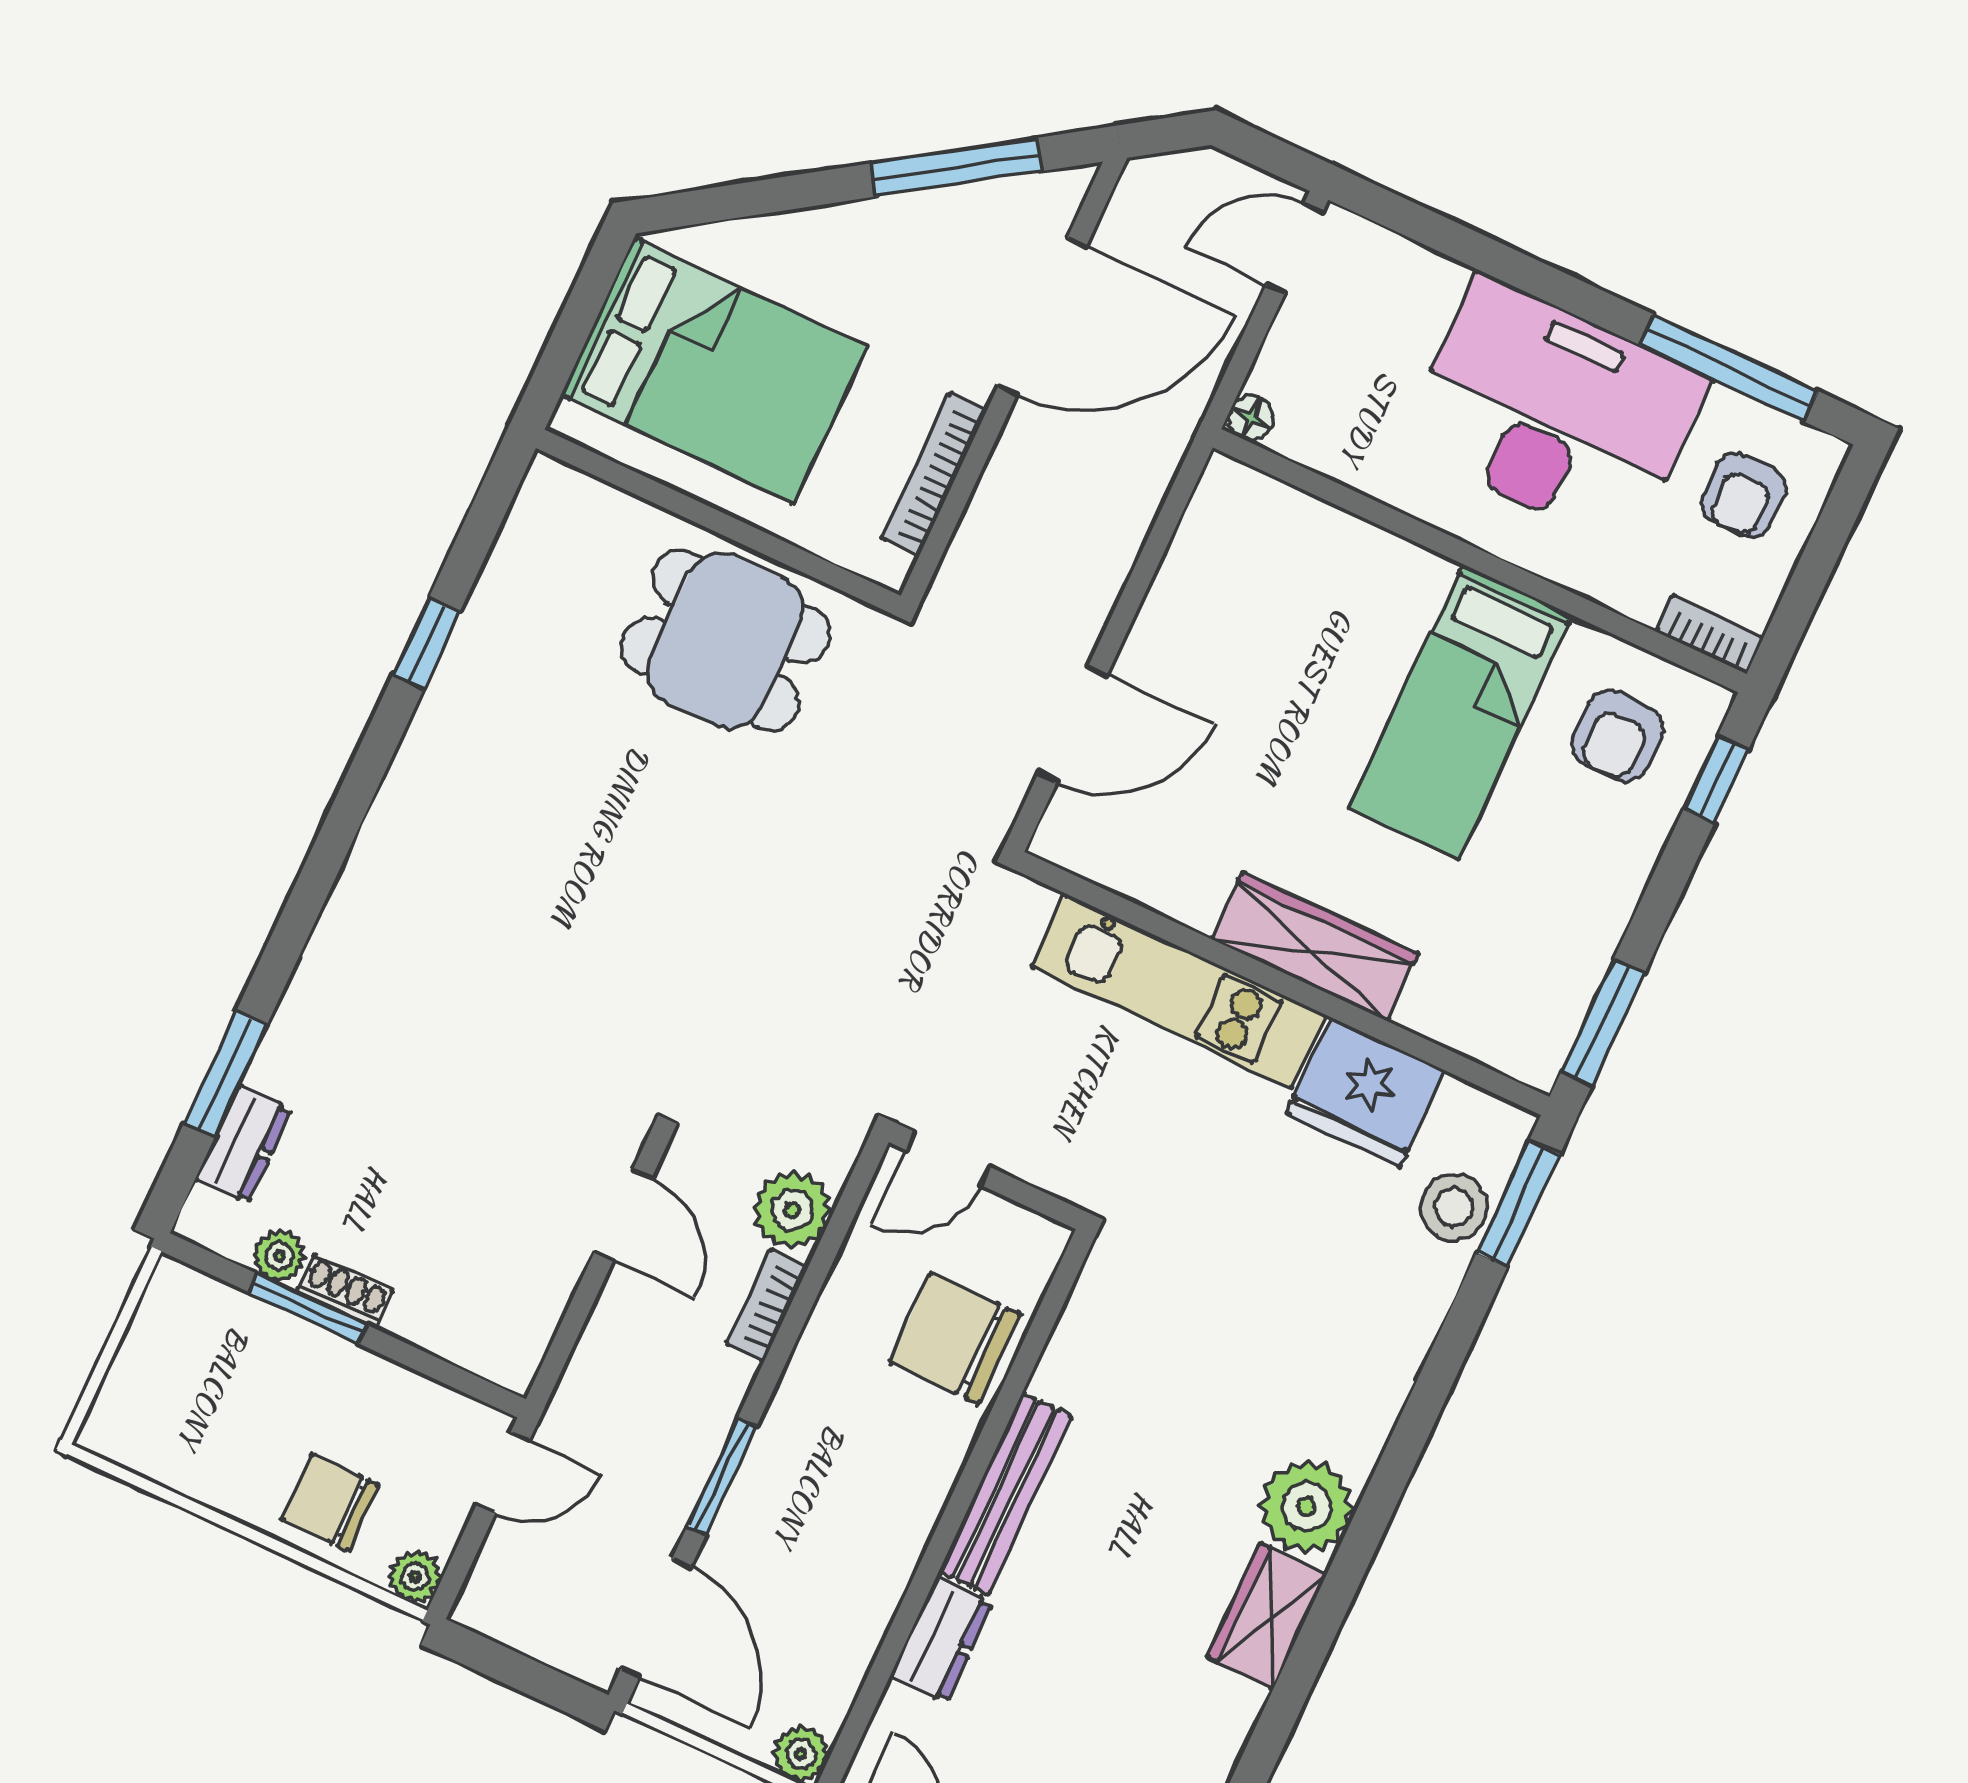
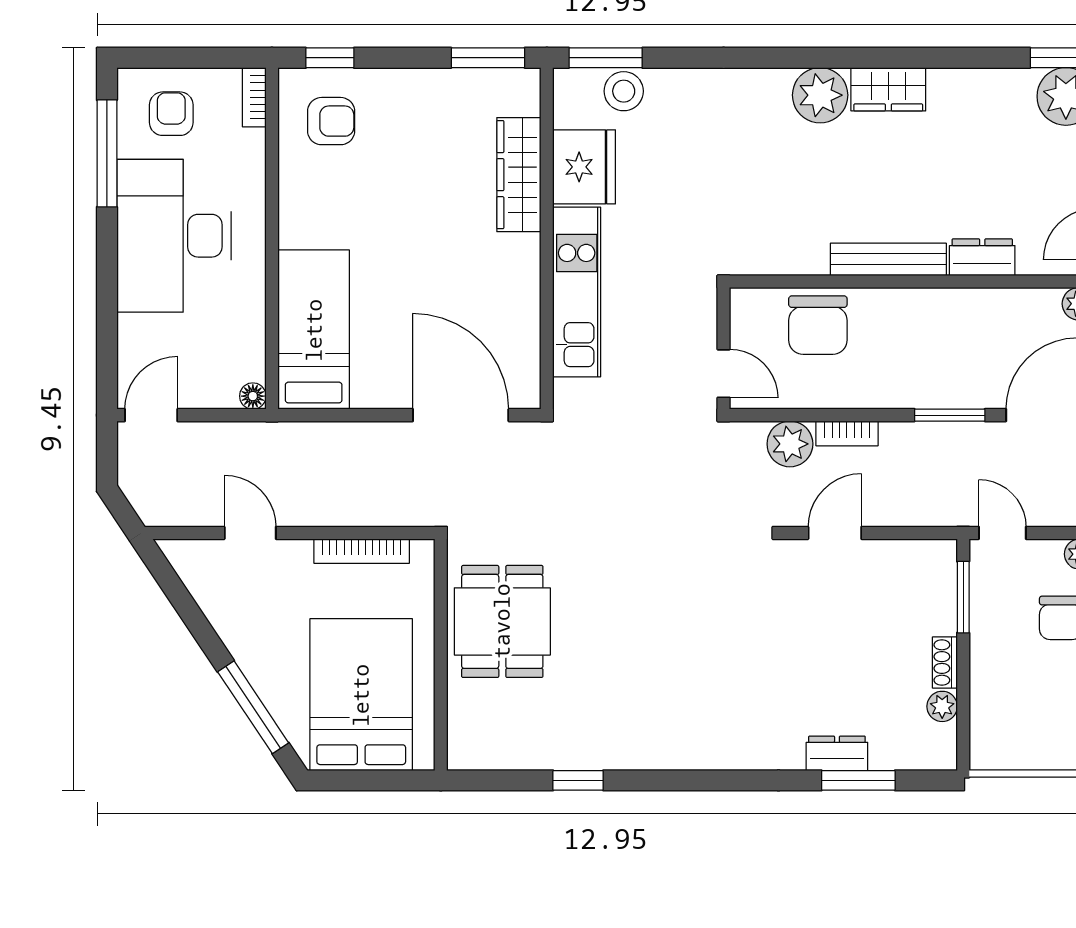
window: (956, 167) -> (253, 707), moved
door: (1294, 248) -> (151, 415), swing flipped
door: (1042, 316) -> (250, 533), width x0.53
armchair: (1744, 495) -> (171, 114), turned -90
bed: (1461, 712) -> (314, 330), moved, turned -90
door: (1072, 724) -> (461, 415), width x1.36
wardrobe: (1314, 946) -> (519, 175), moved
dresser: (243, 1144) -> (837, 753), moved
window: (308, 1308) -> (963, 597), moved

